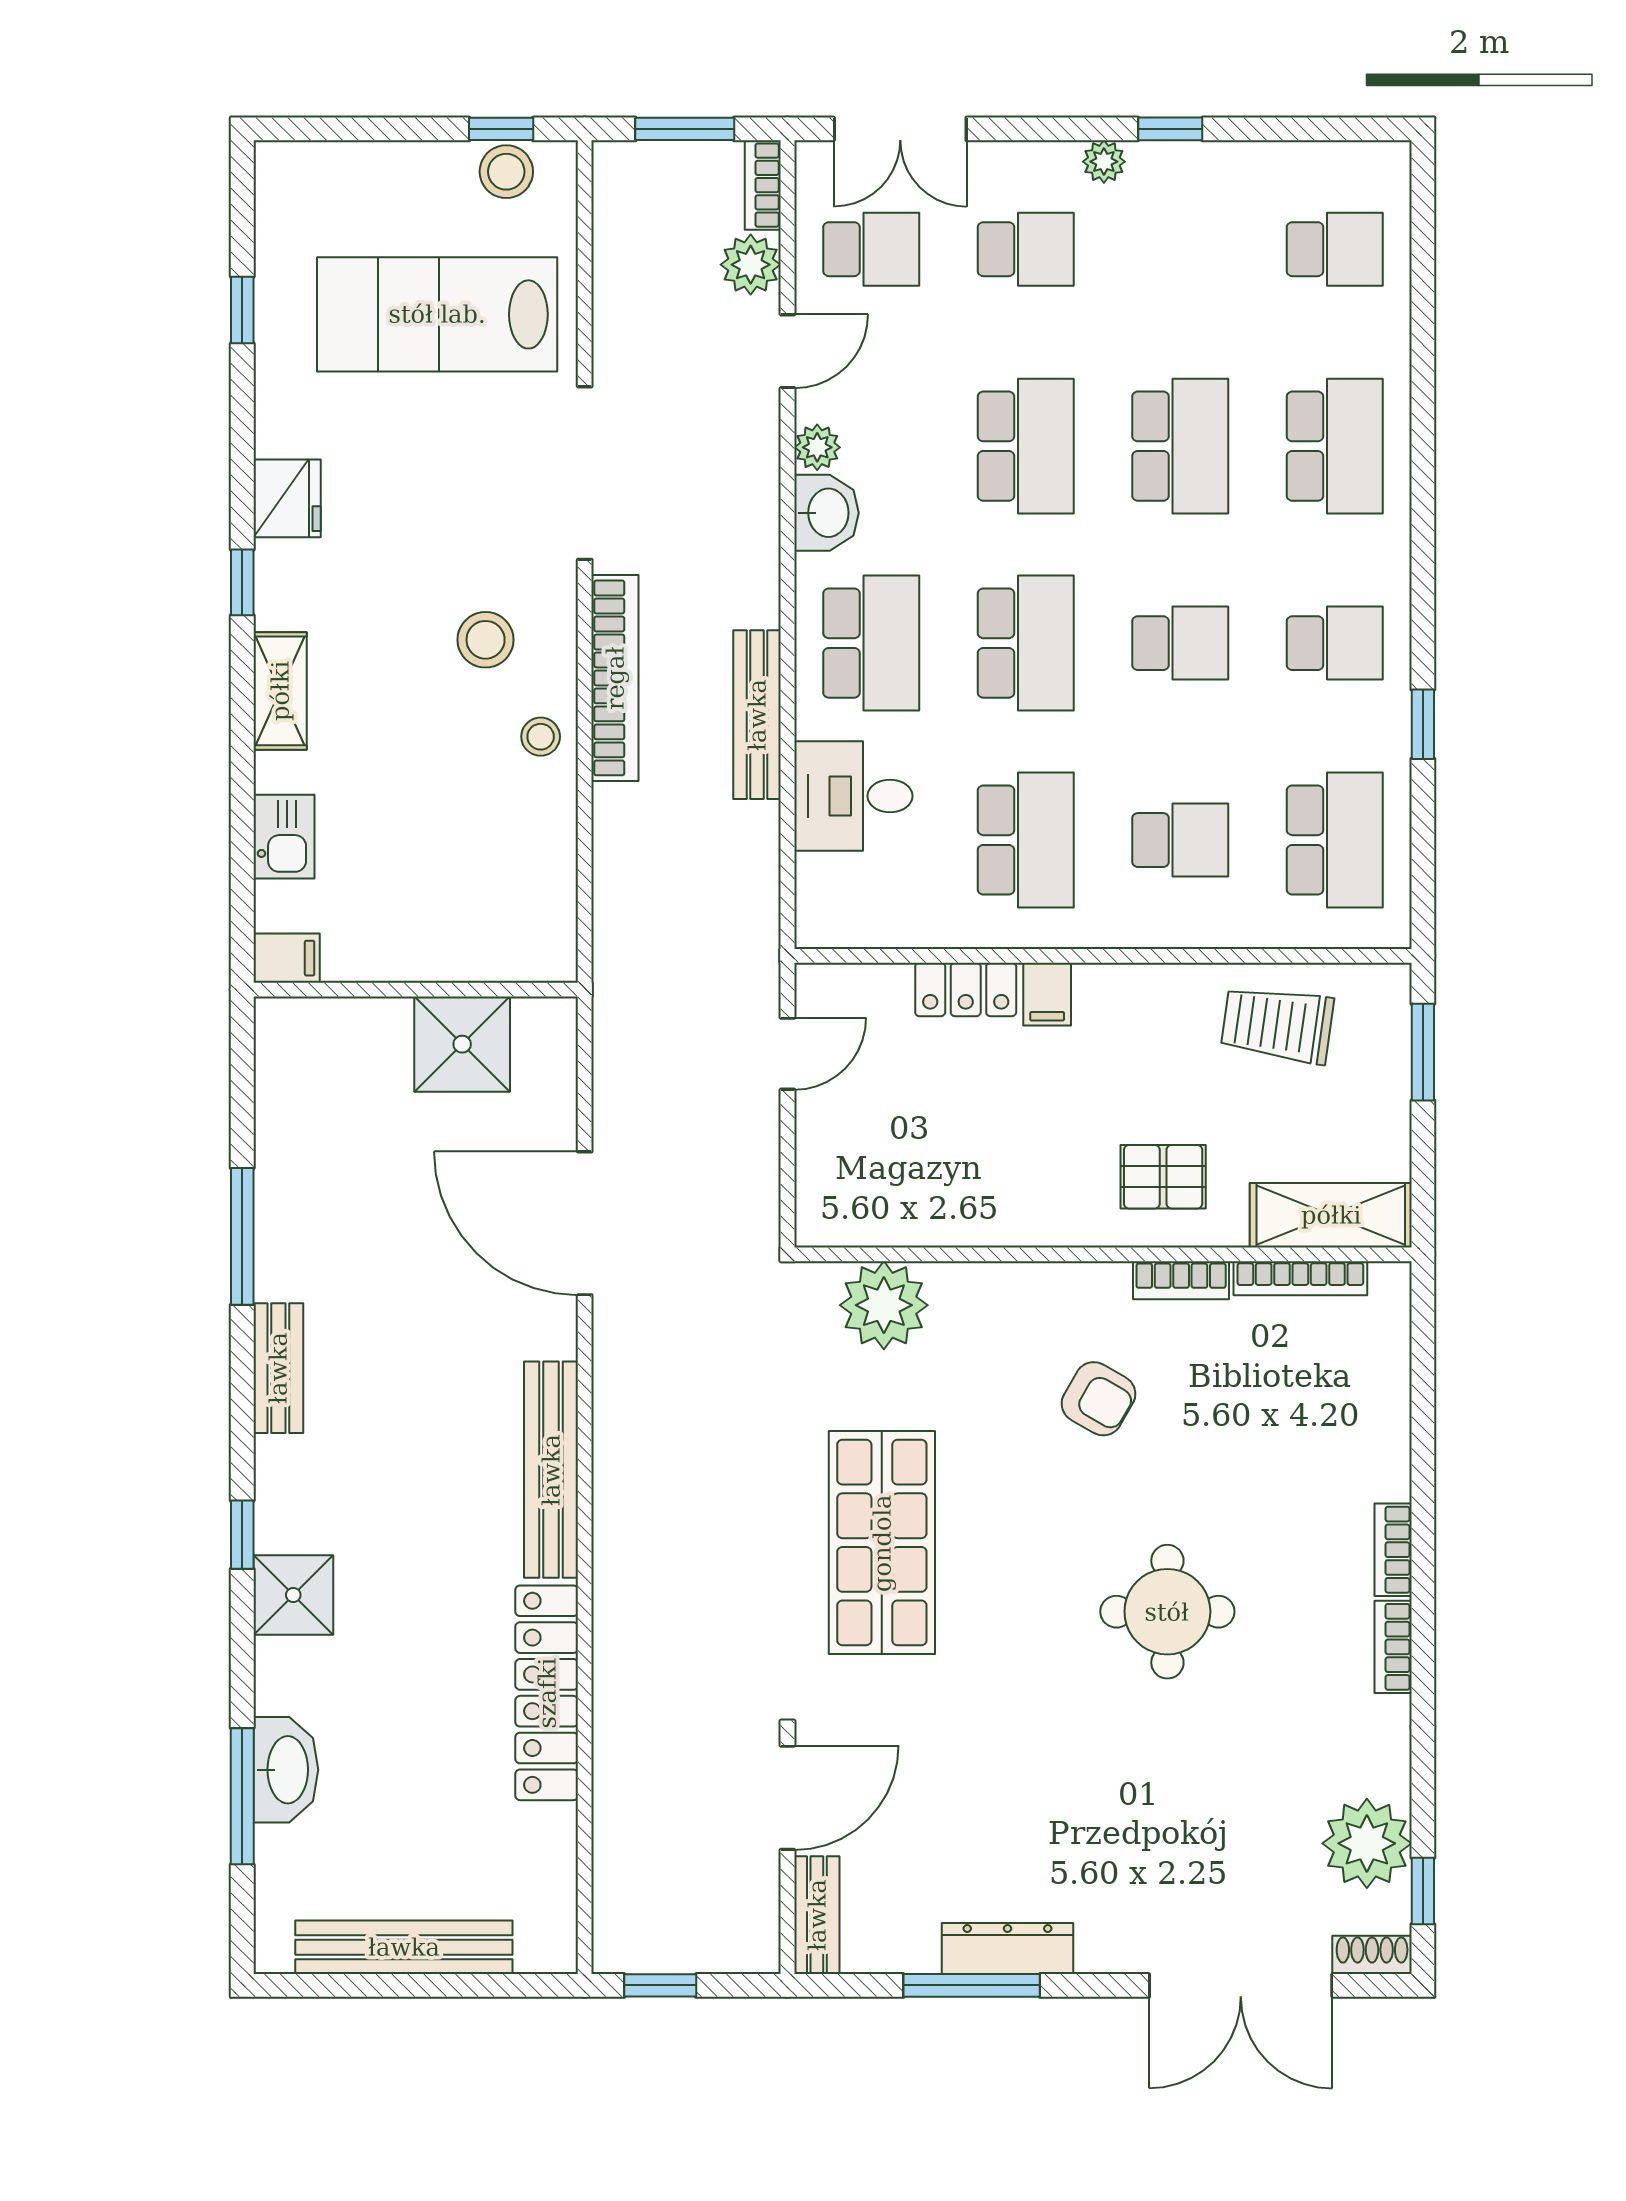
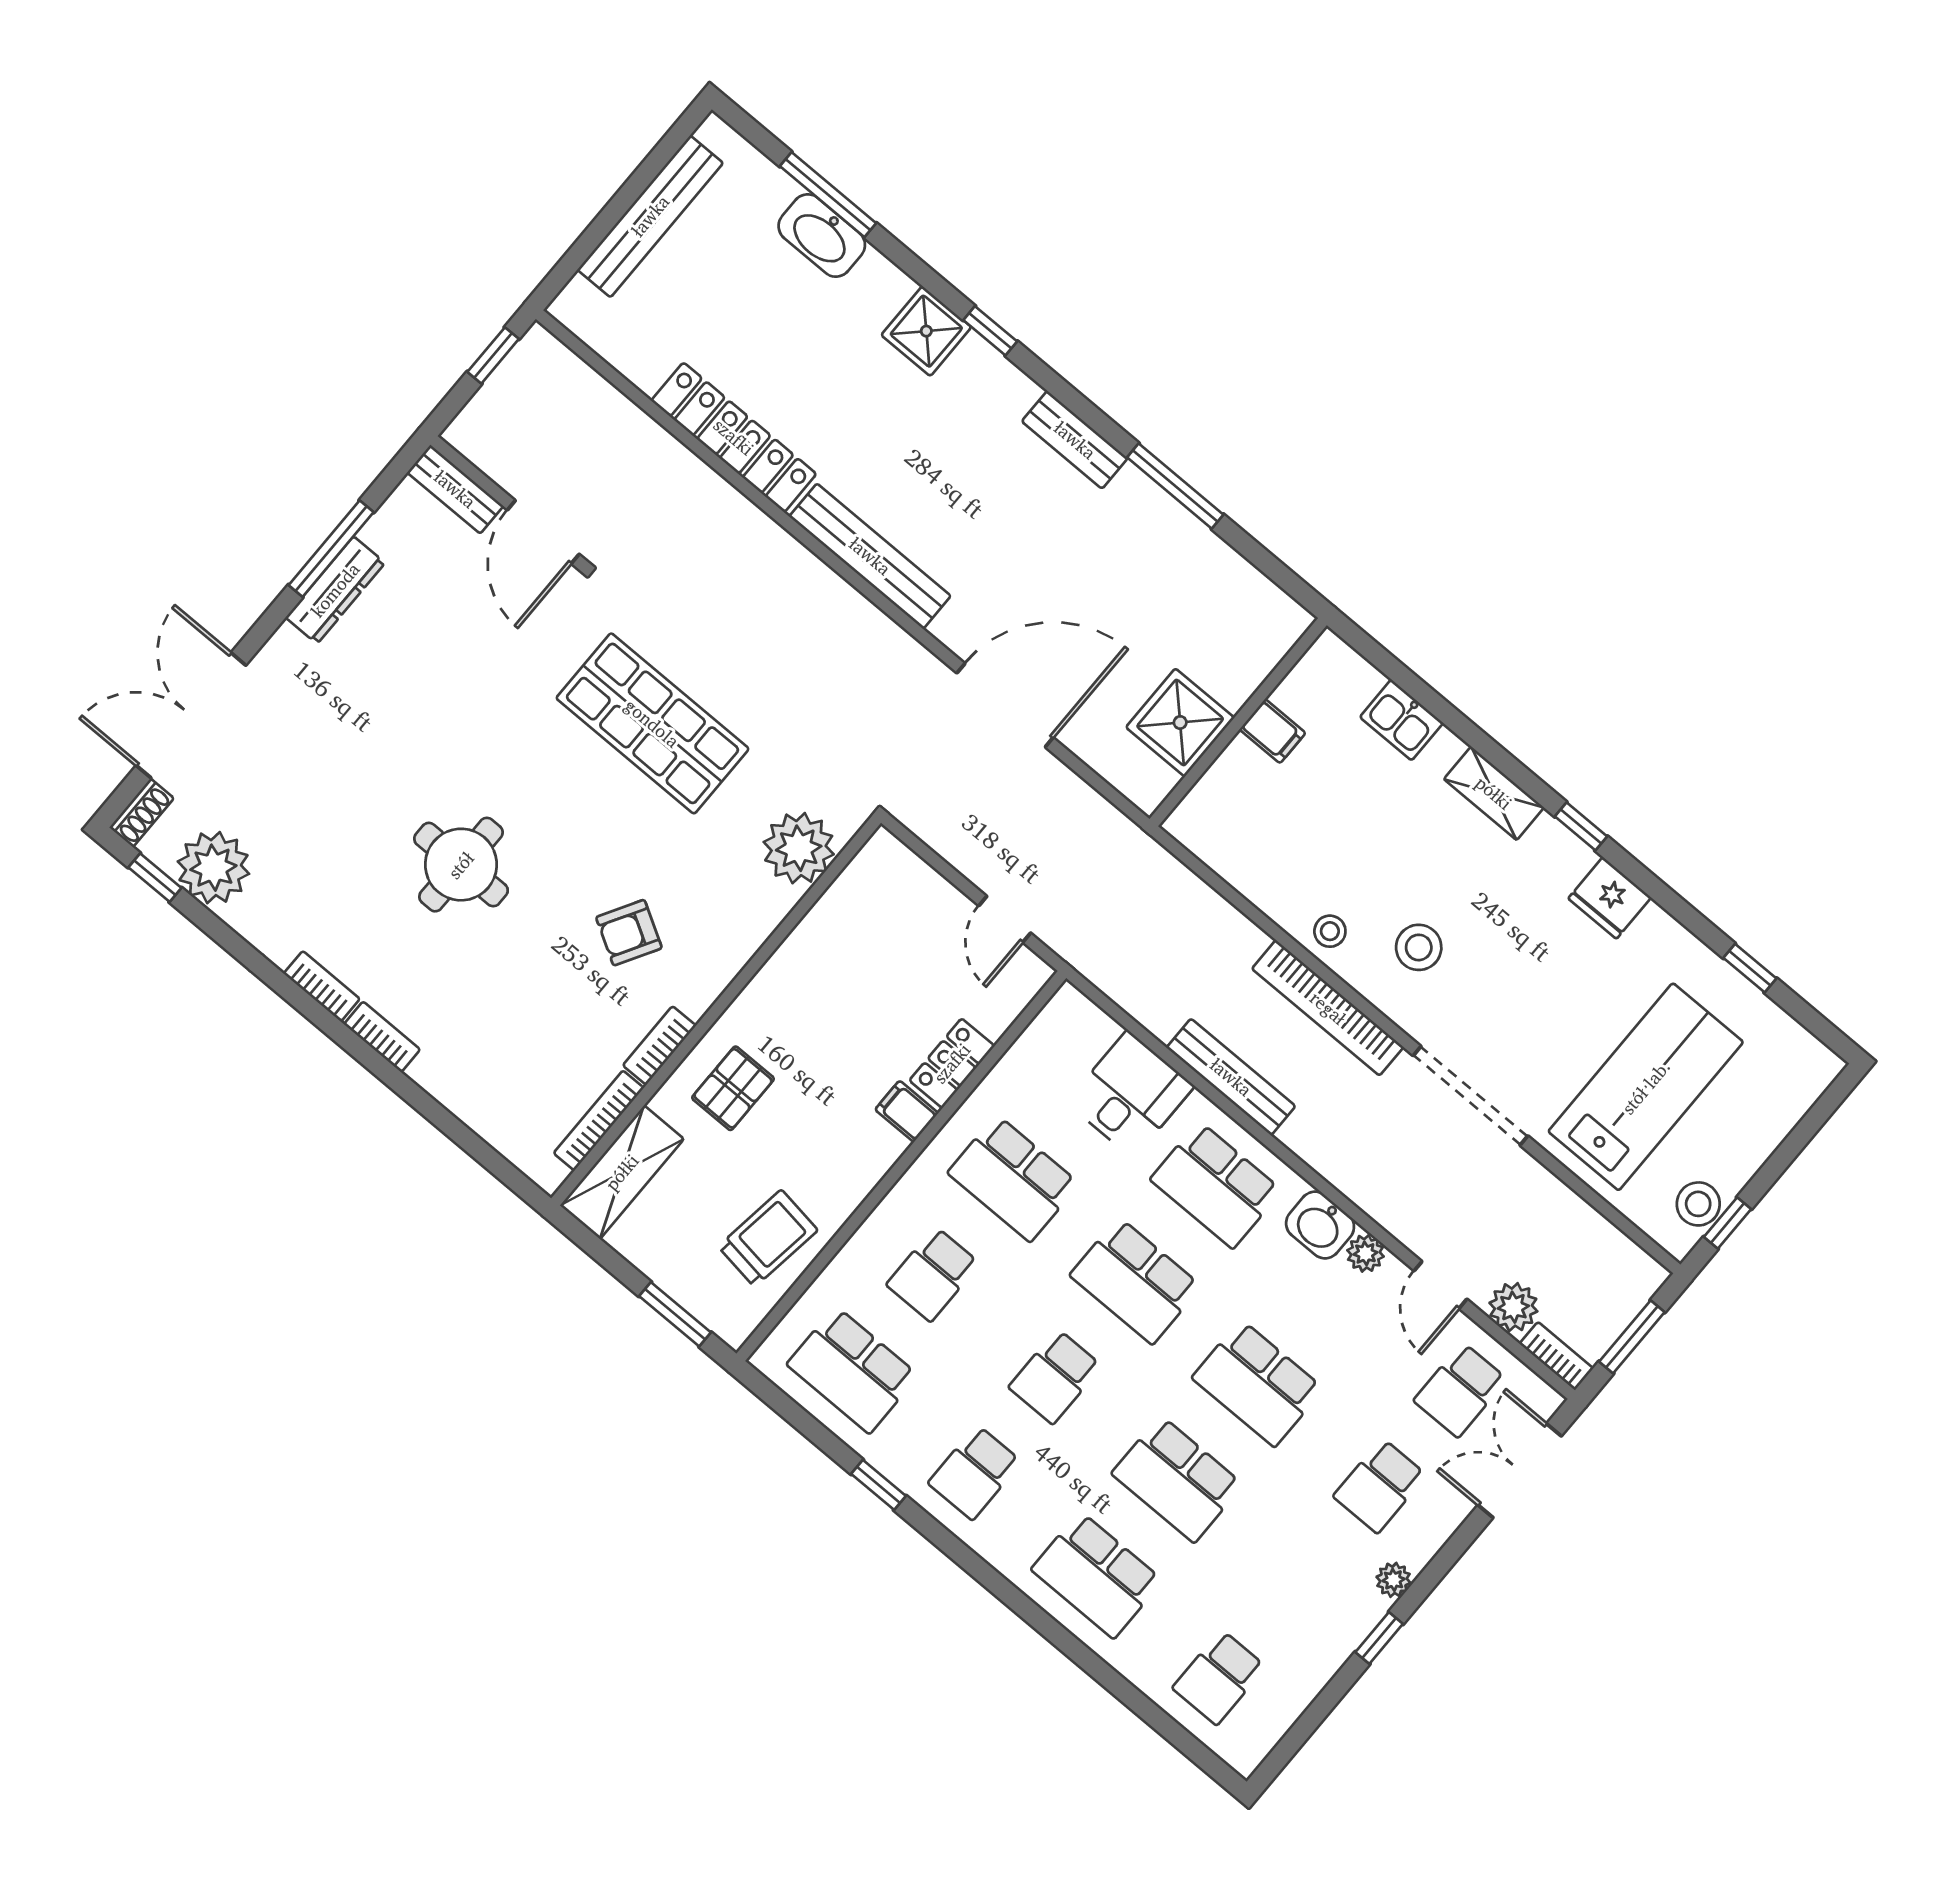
filing cabinet: (287, 958) -> (1273, 731), moved, turned -90

